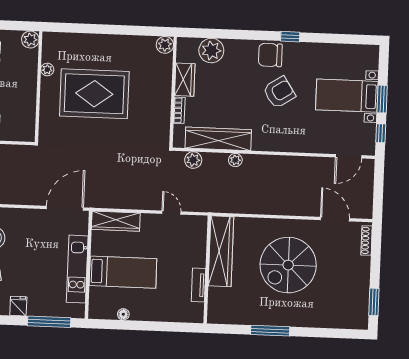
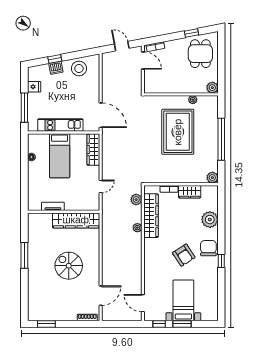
window: (108, 29) -> (221, 139), added
plant: (211, 51) -> (210, 220), moved
spiral stairs: (288, 265) -> (69, 266), width x0.73, depth x0.73

